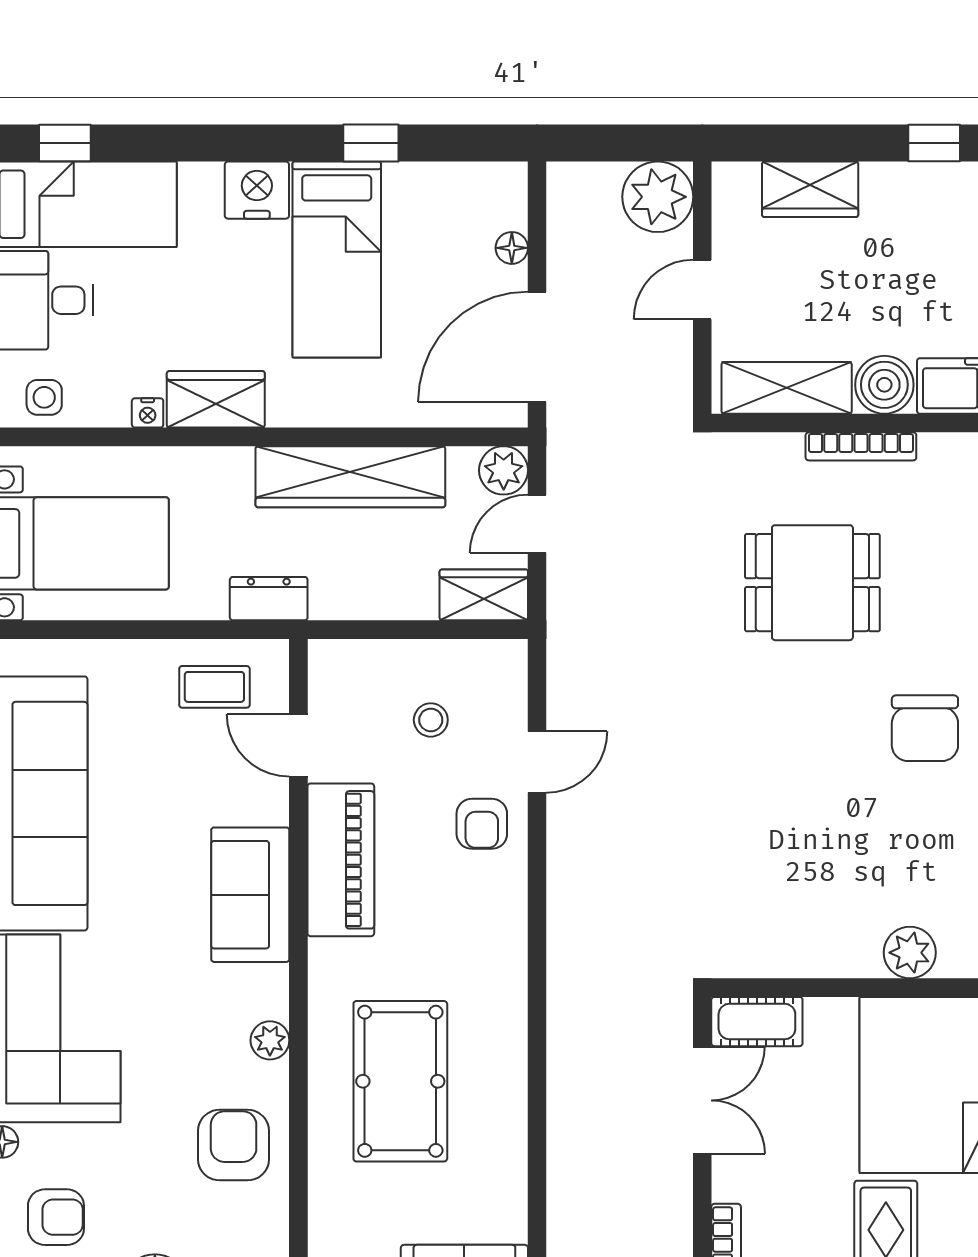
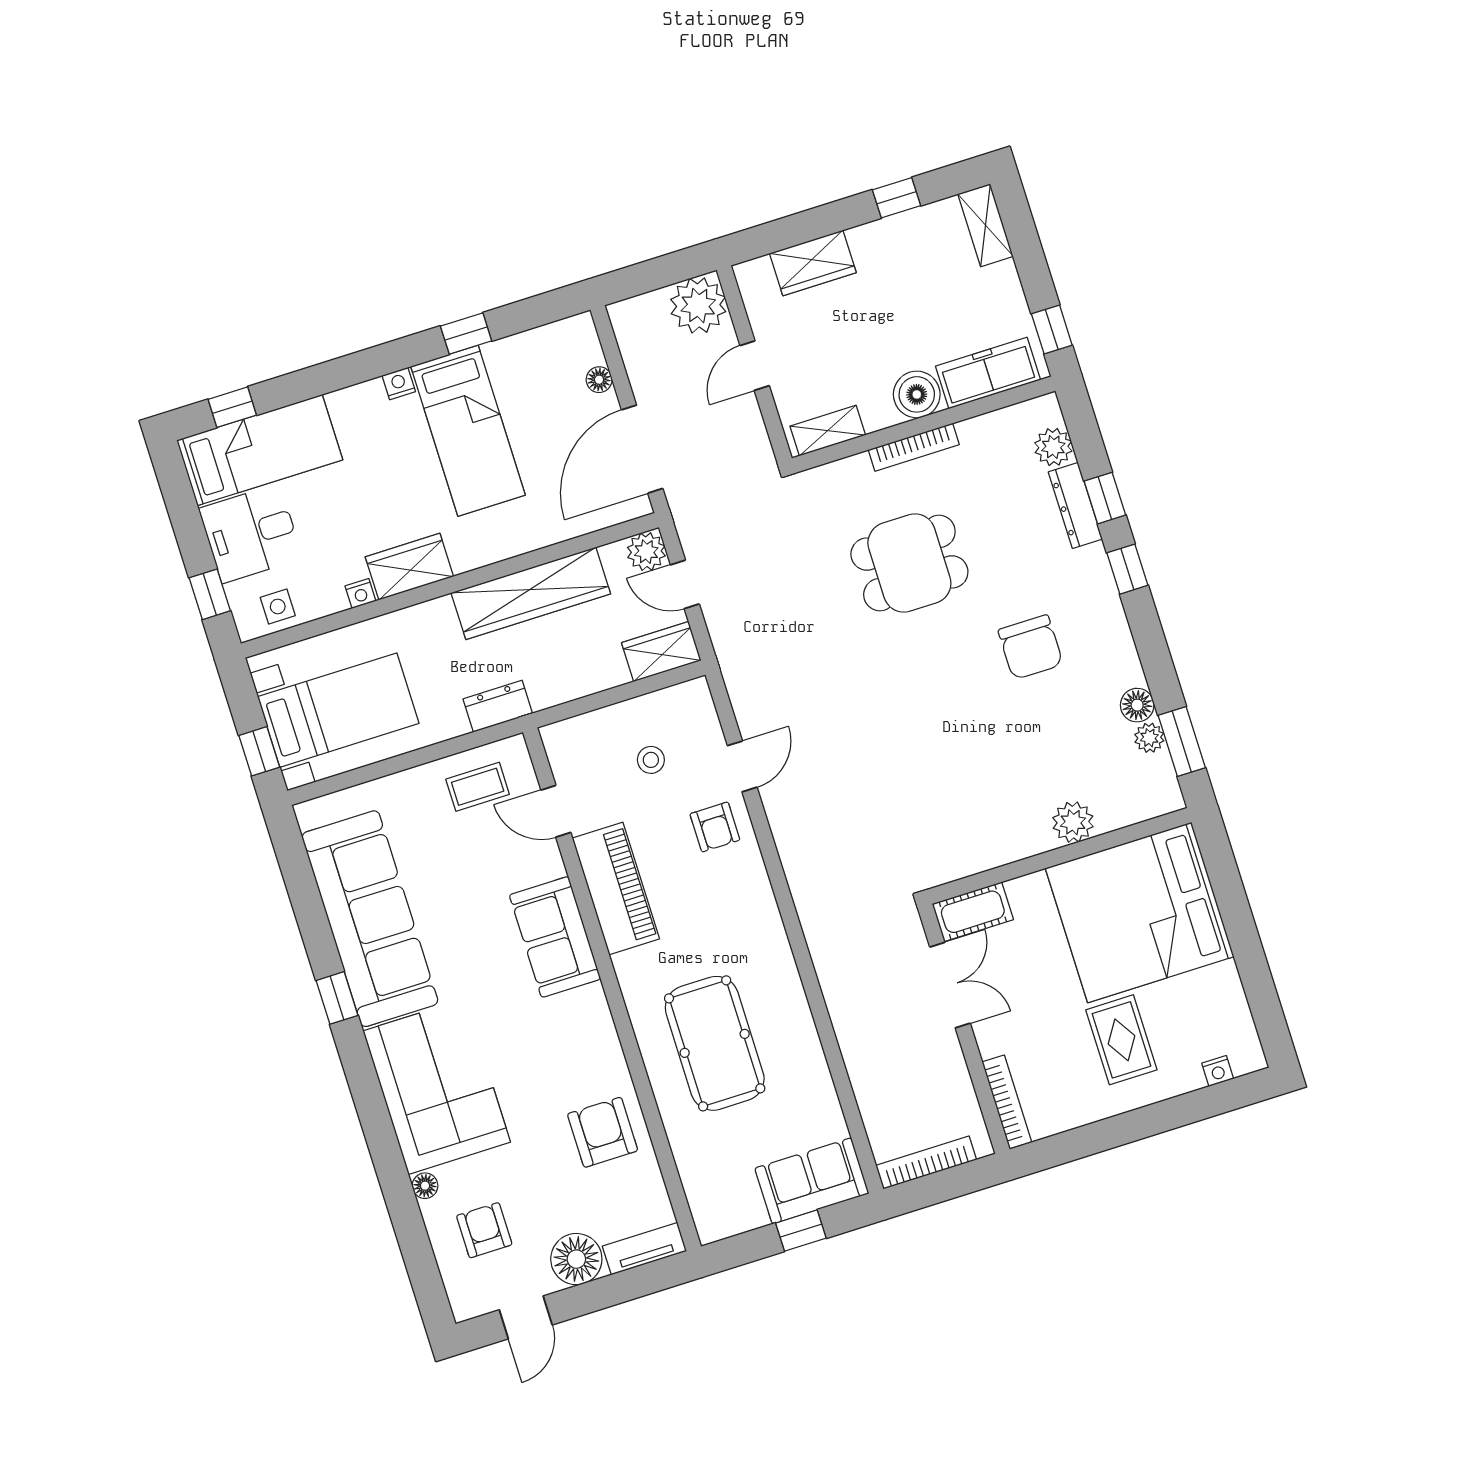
nightstand: (257, 190) -> (399, 384), width x0.53, depth x0.56
shelving: (787, 388) -> (828, 431), width x0.67, depth x0.75
door: (537, 524) -> (685, 584), hinge flipped
plant: (270, 1040) -> (605, 1044), removed
armchair: (56, 1217) -> (484, 1230), turned -90

